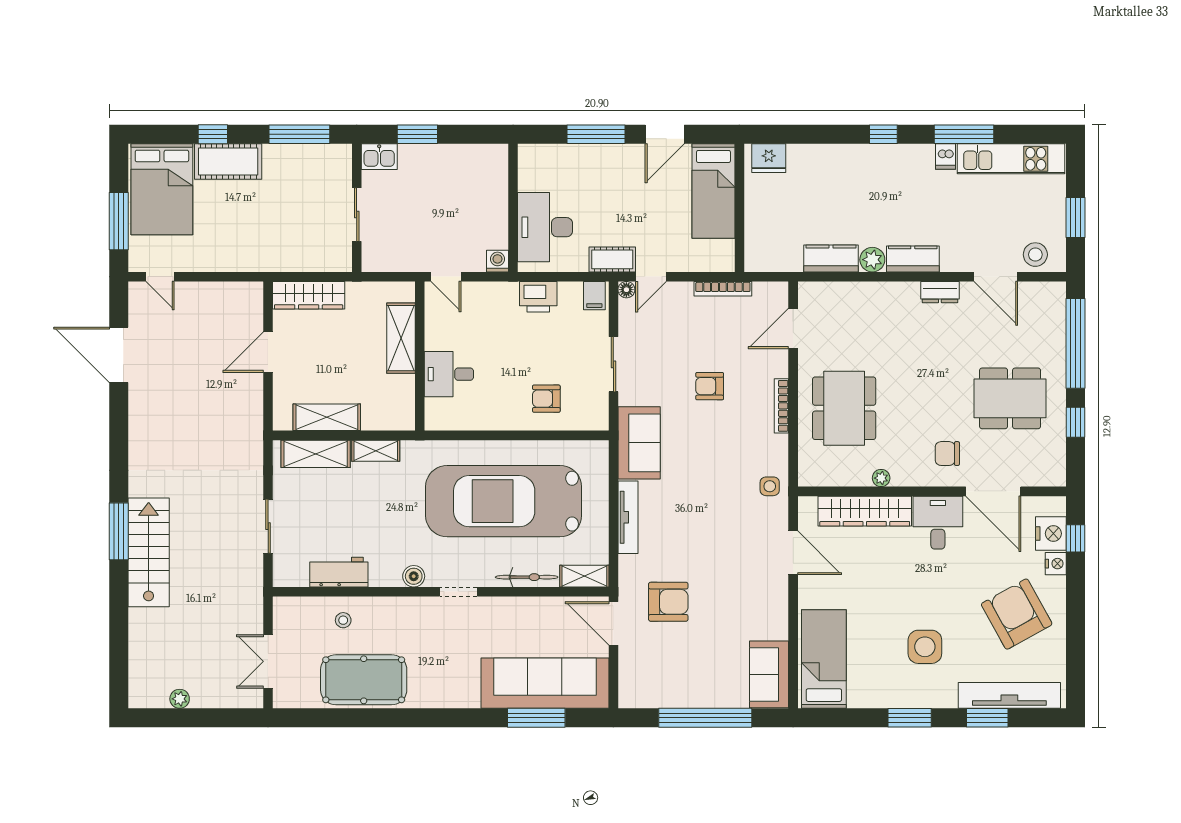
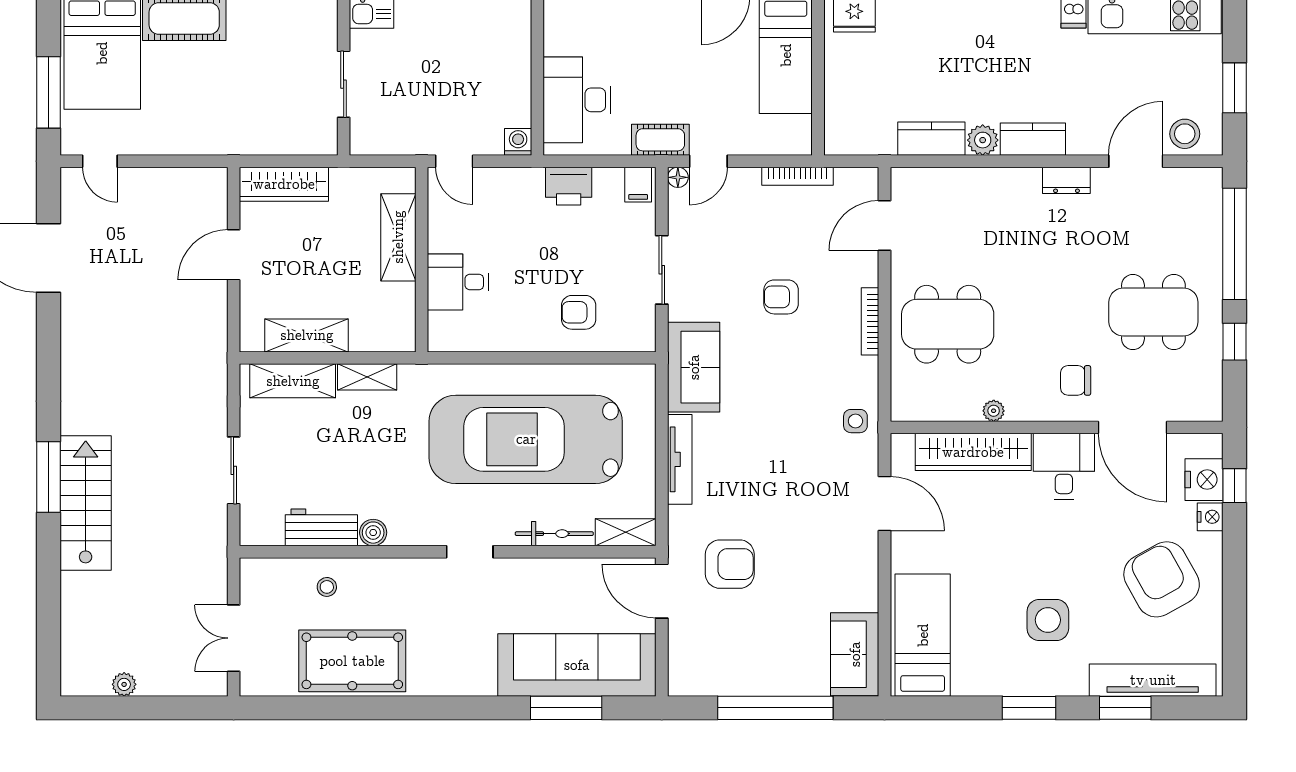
door: (996, 277) -> (1136, 161), swing flipped
dining table: (844, 408) -> (948, 324), turned 90
boiler: (414, 576) -> (373, 533), moved

